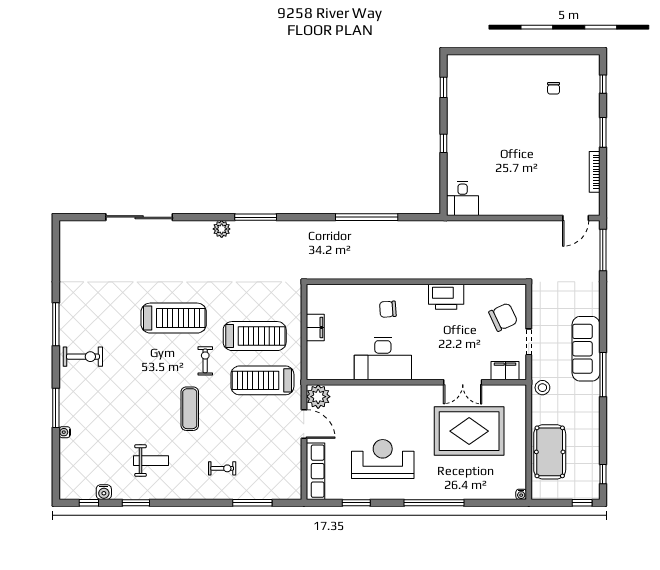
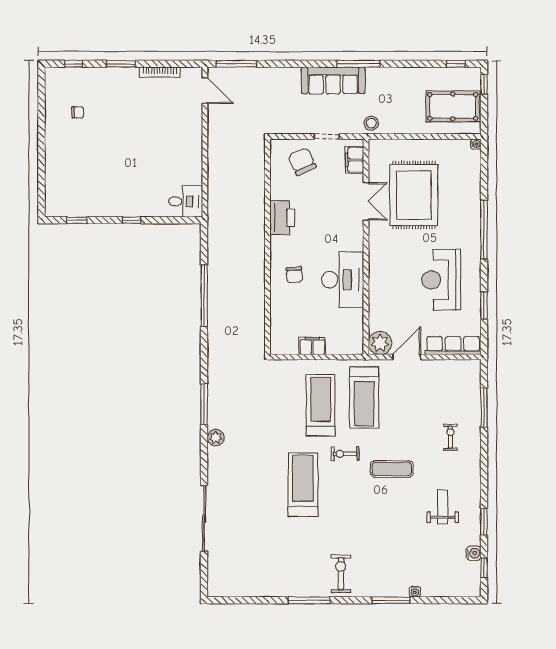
pool table: (550, 452) -> (453, 106), moved

